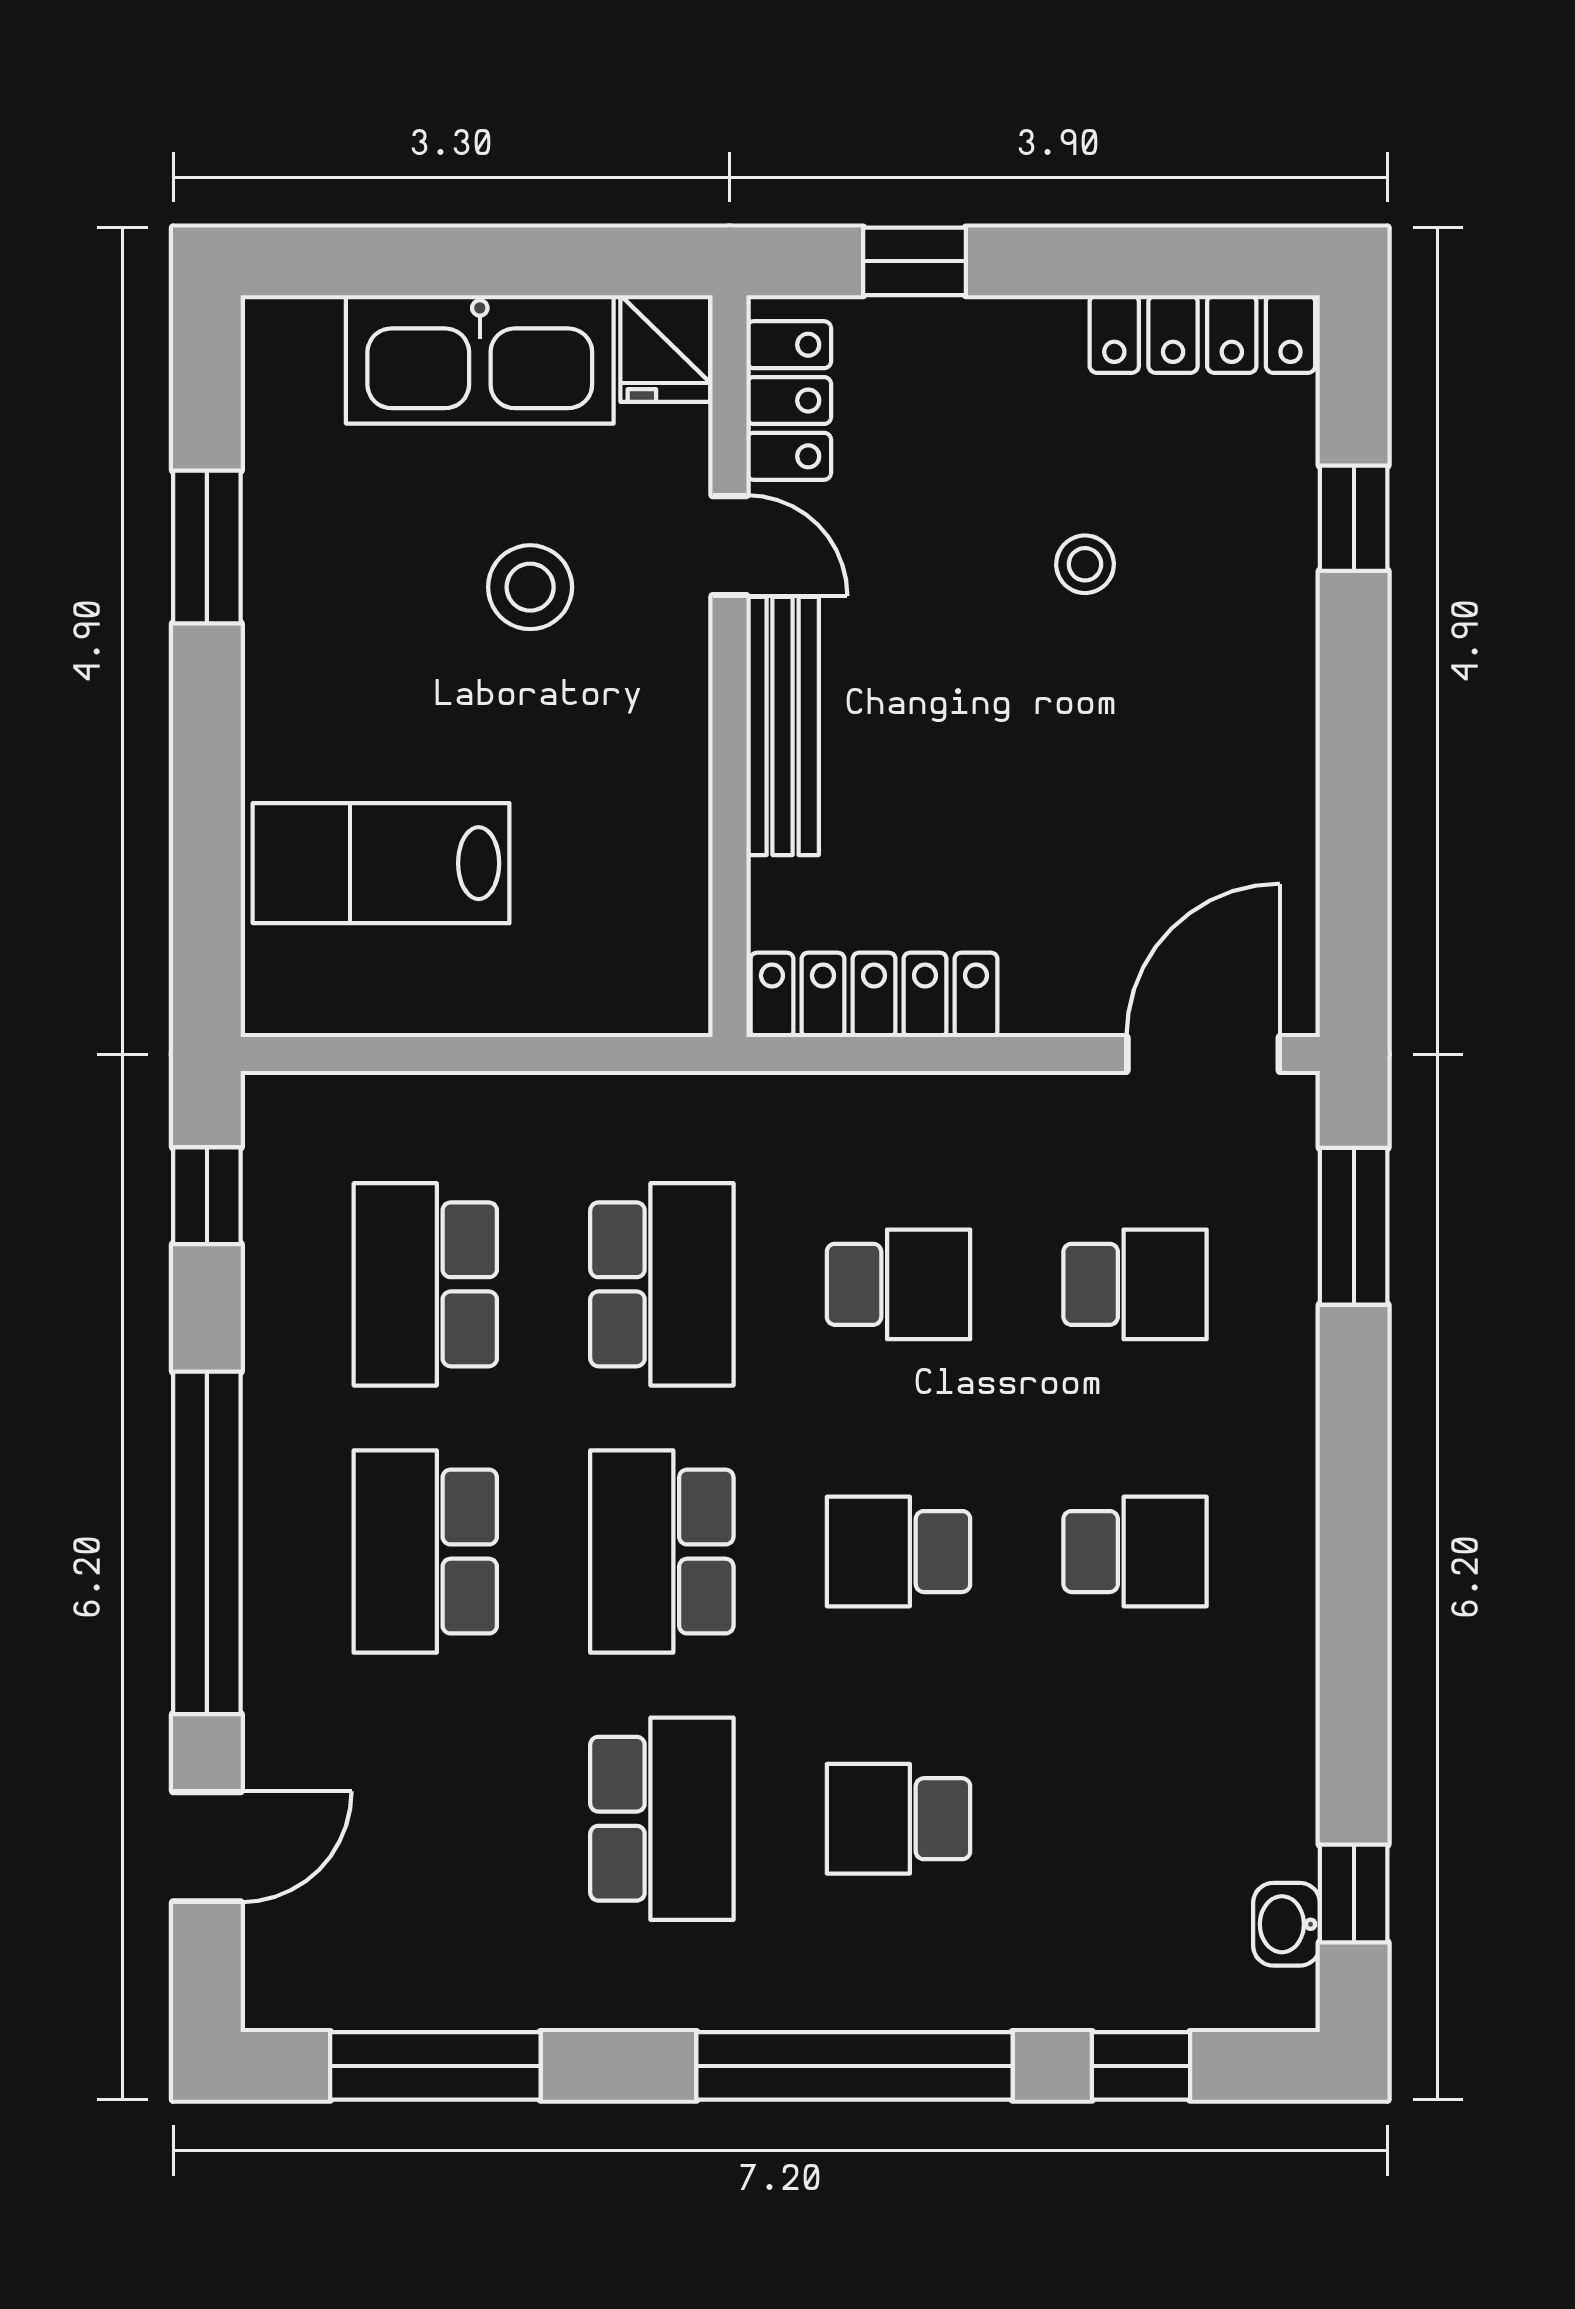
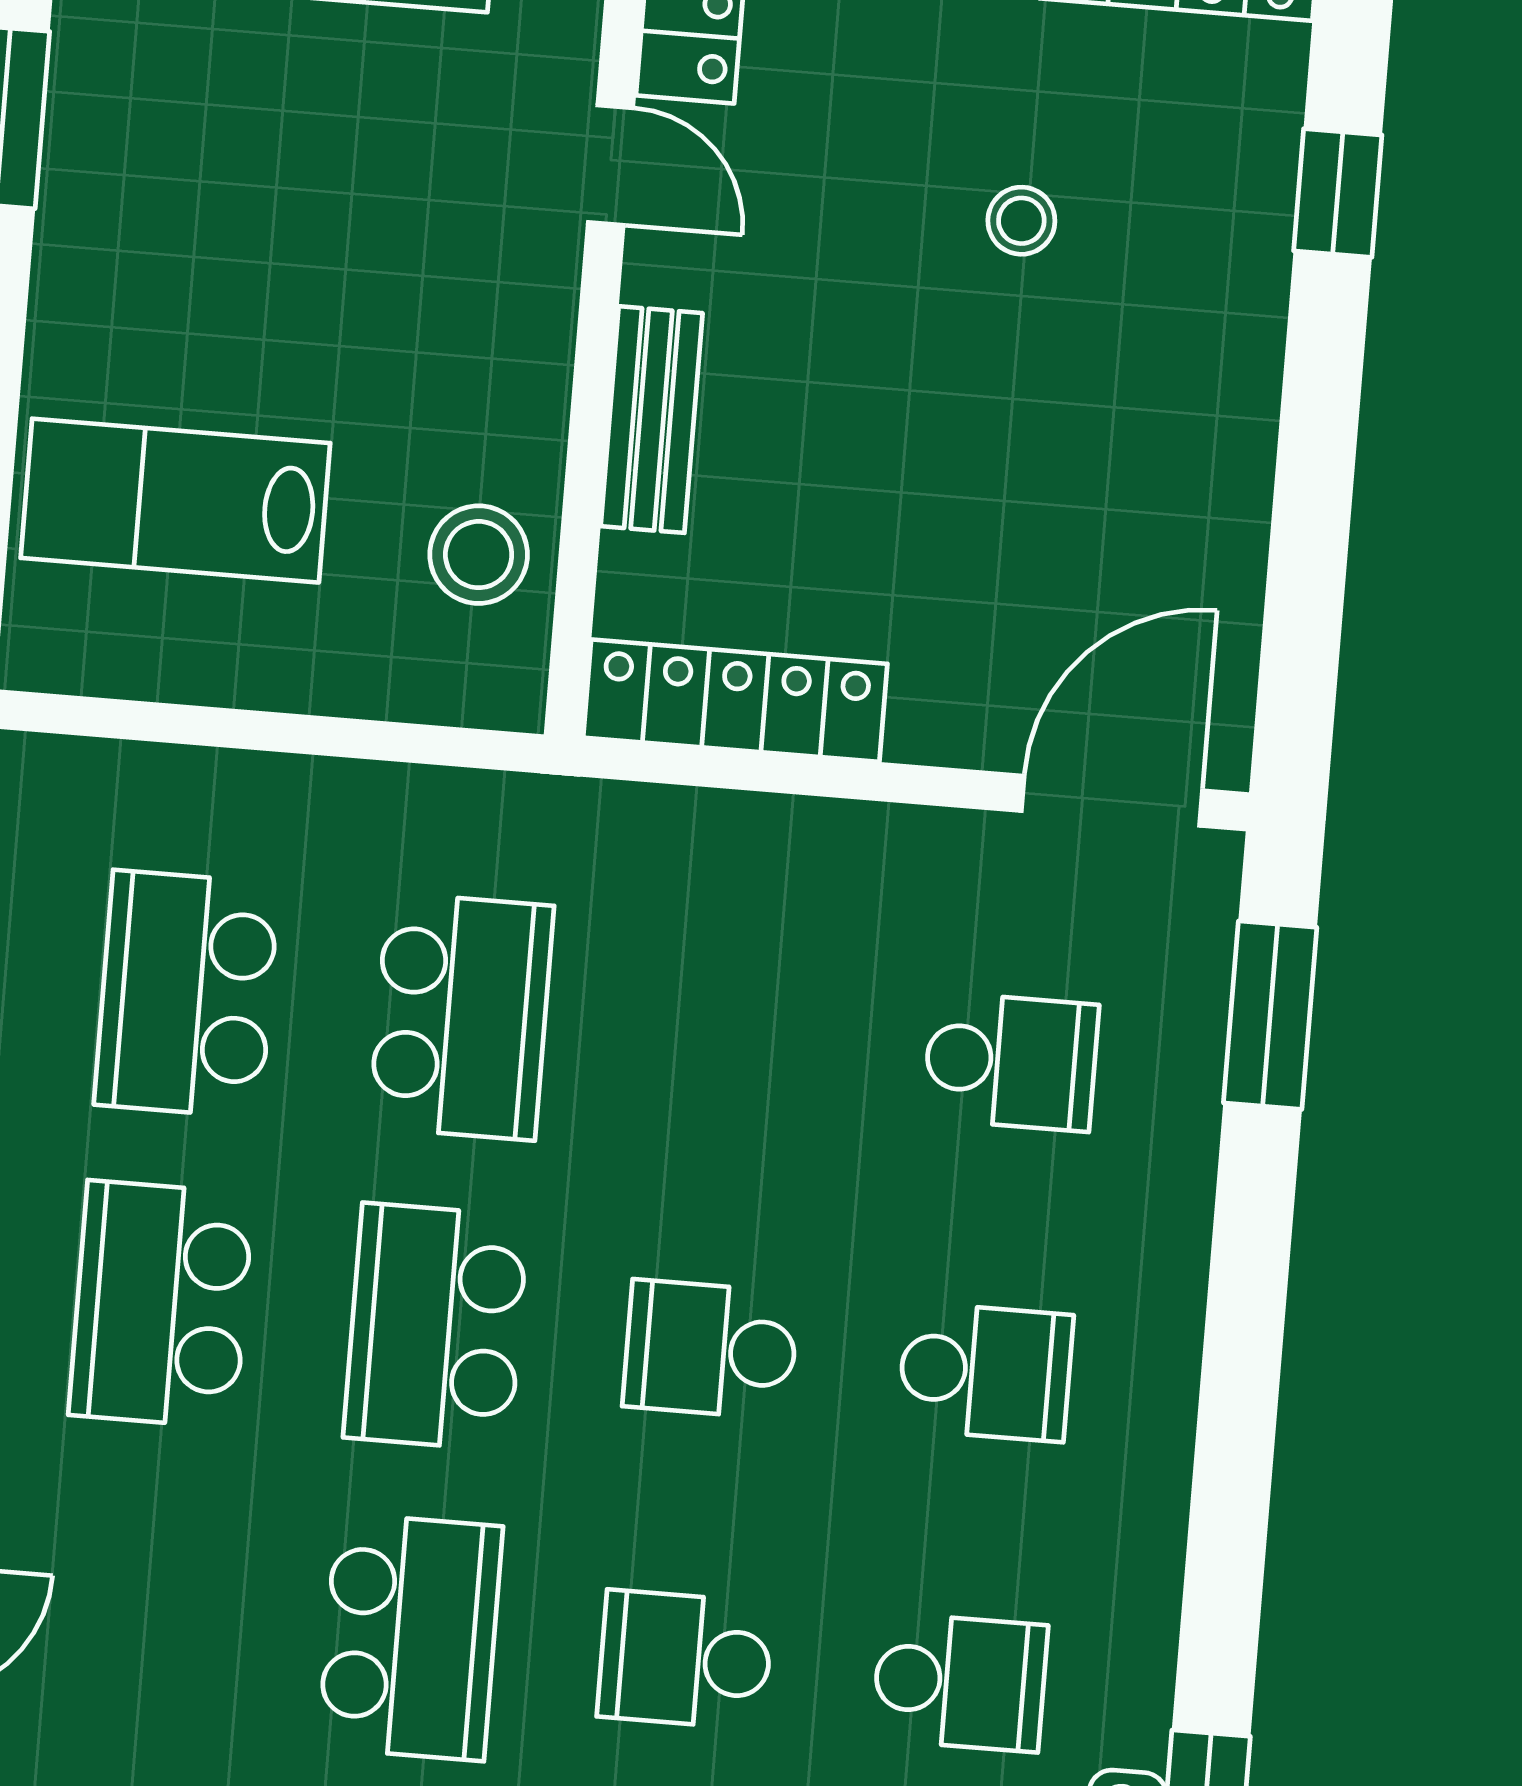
stool: (530, 587) -> (479, 555), moved
bench: (783, 726) -> (652, 420), width x0.73
school desk: (898, 1284) -> (960, 1682), moved

